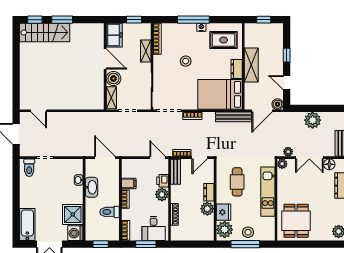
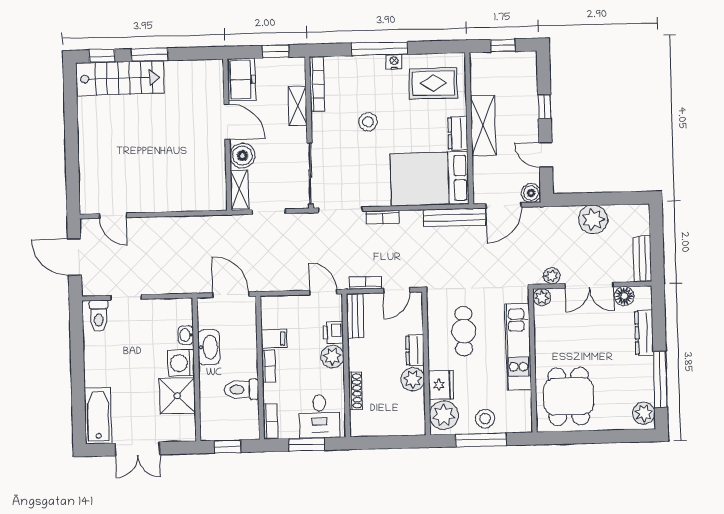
washing machine: (75, 233) -> (181, 363), moved

